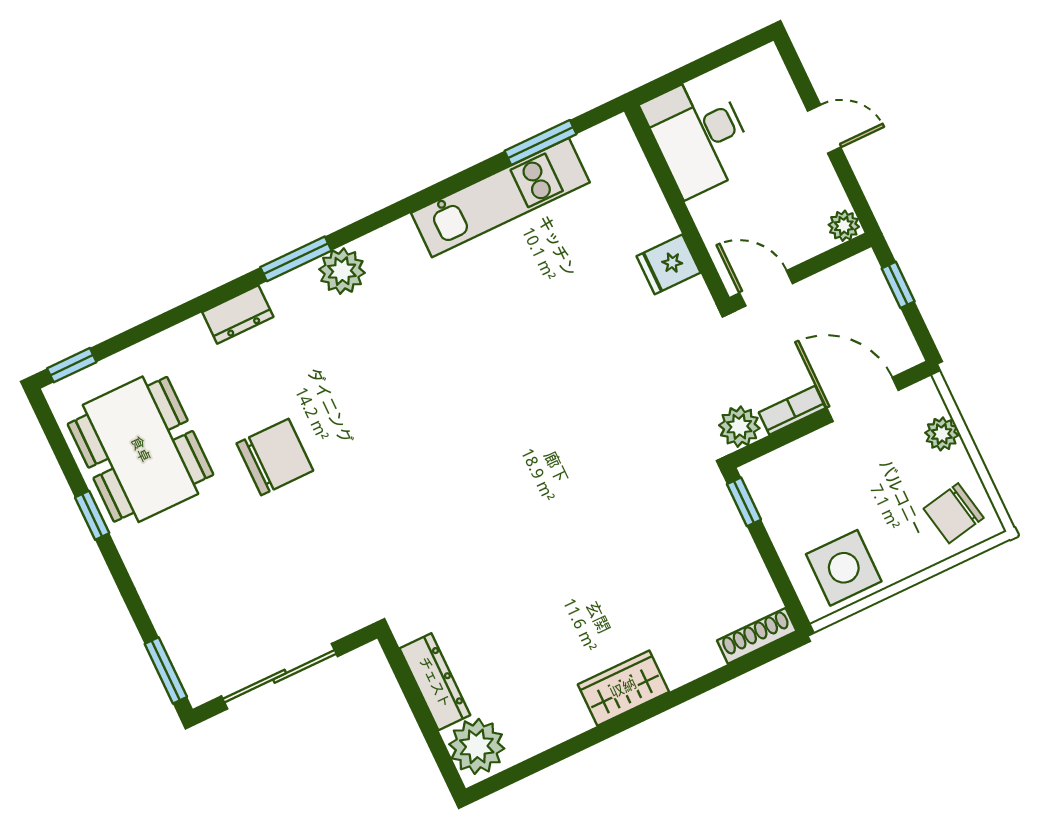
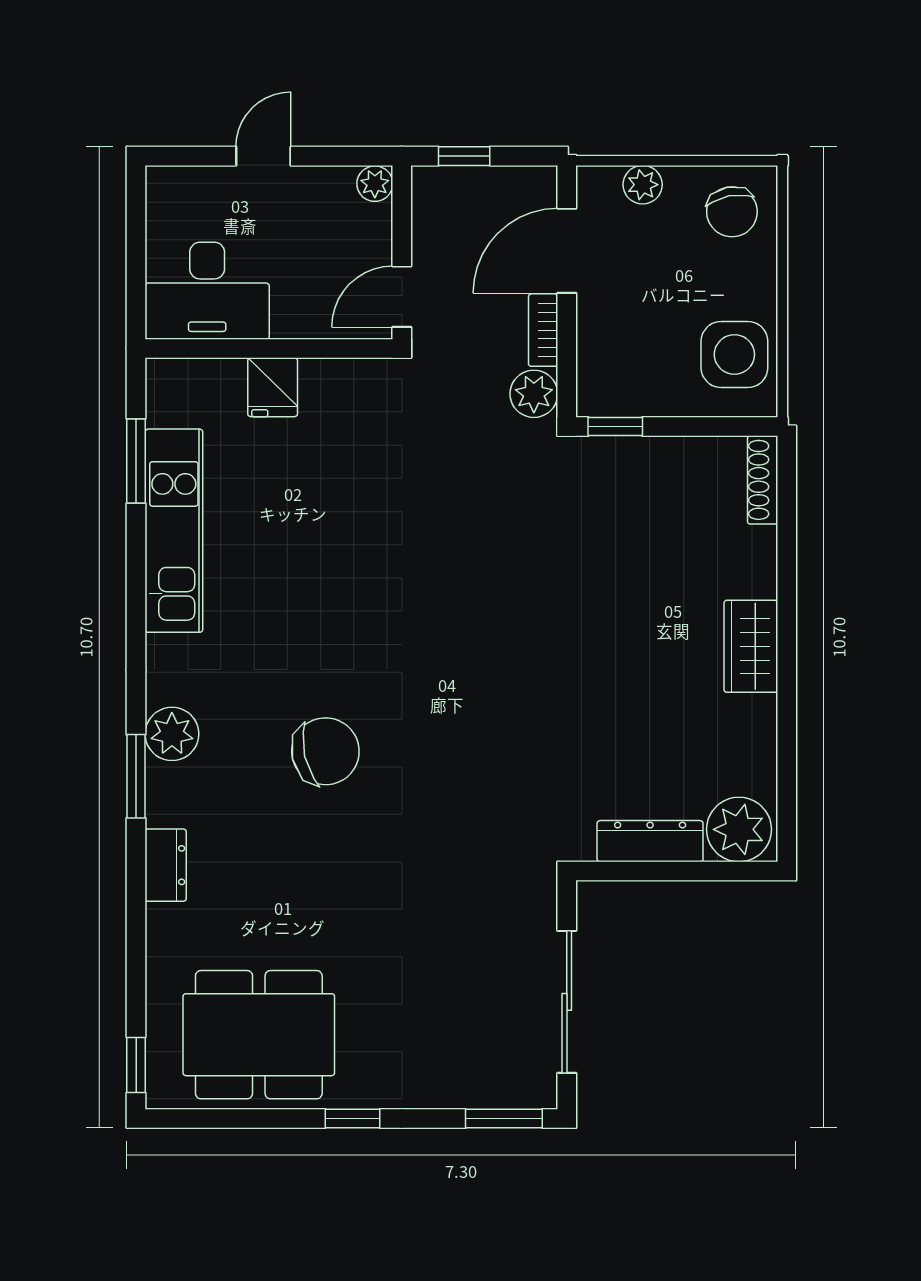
fridge: (669, 264) -> (273, 387), moved
chair: (275, 457) -> (325, 751), moved, turned 77
window: (92, 515) -> (352, 1119), moved

